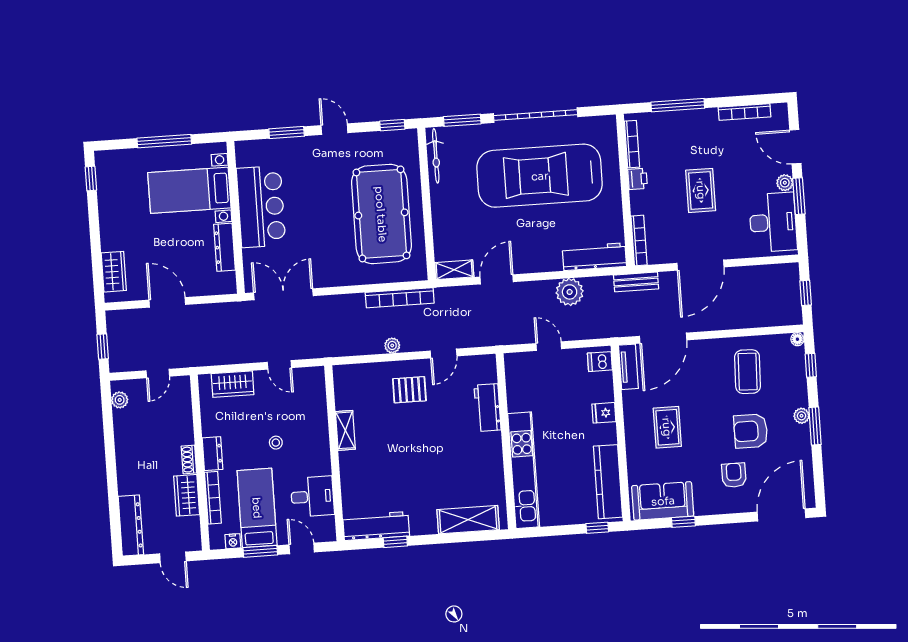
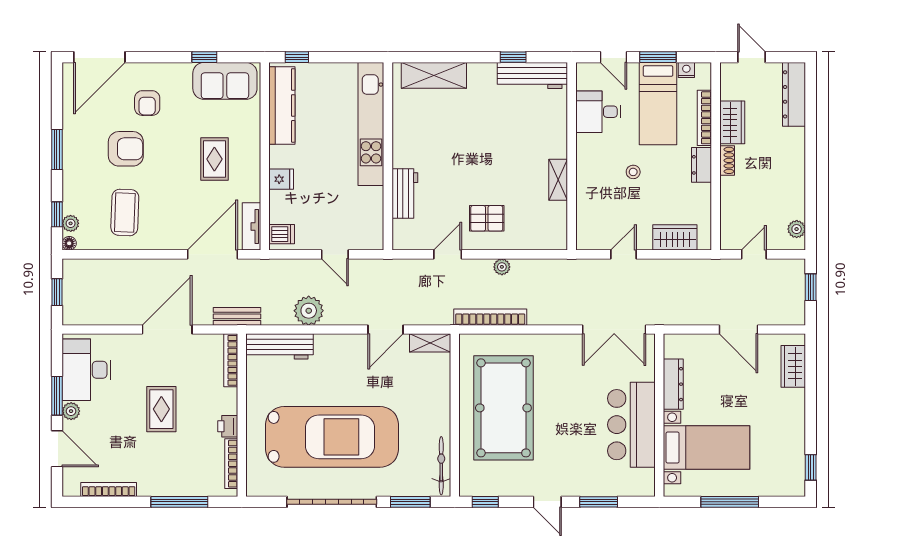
door: (279, 365) -> (623, 254), hinge flipped
plant: (802, 416) -> (71, 223), moved

